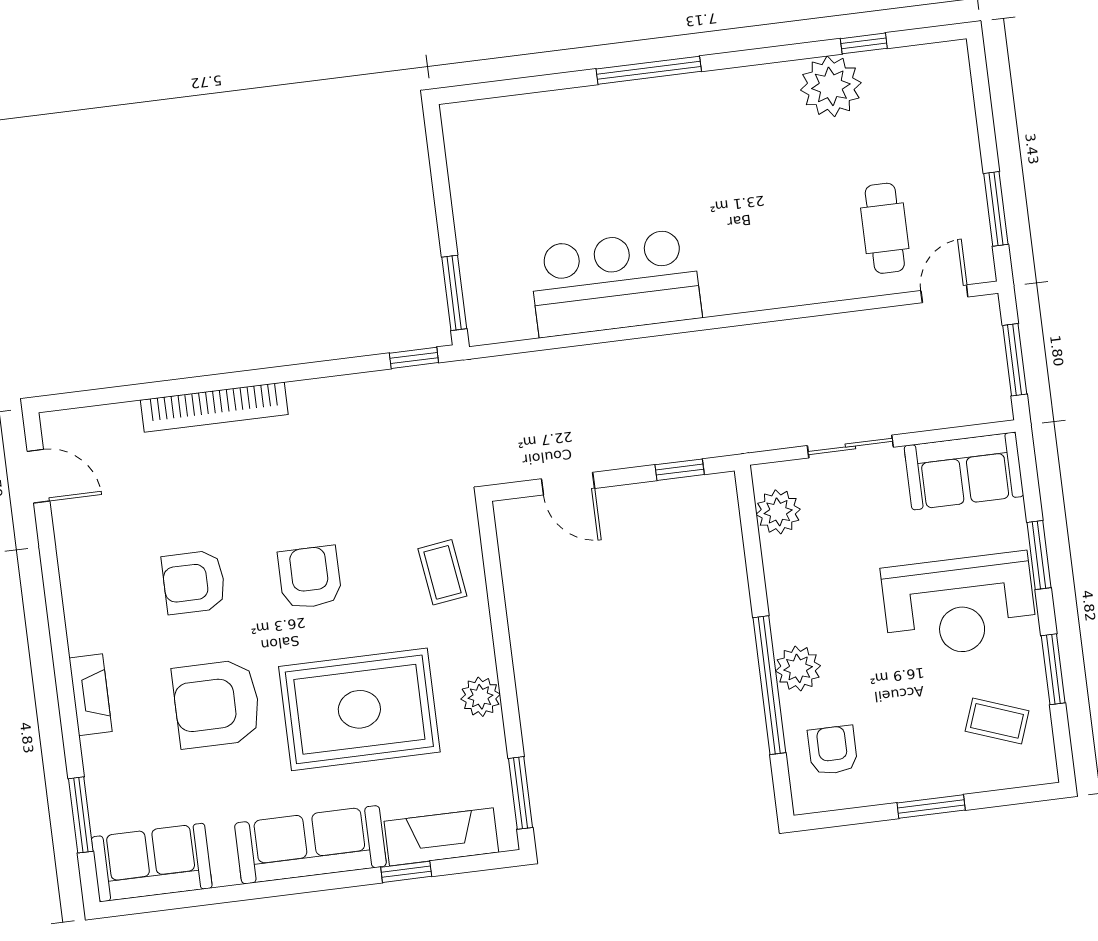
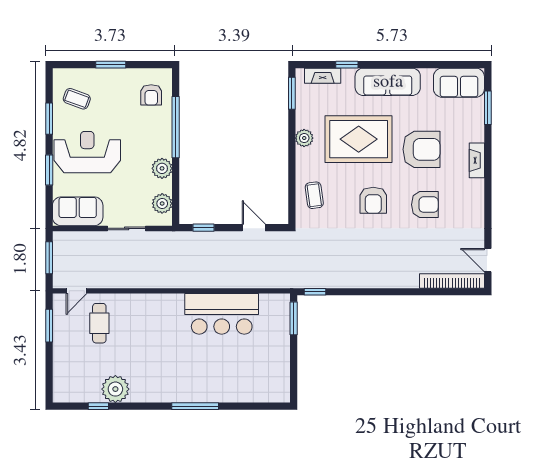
bookcase: (214, 407) -> (452, 281), moved
plant: (798, 668) -> (162, 168), moved
fireplace: (441, 837) -> (323, 76), width x0.73, depth x0.76

